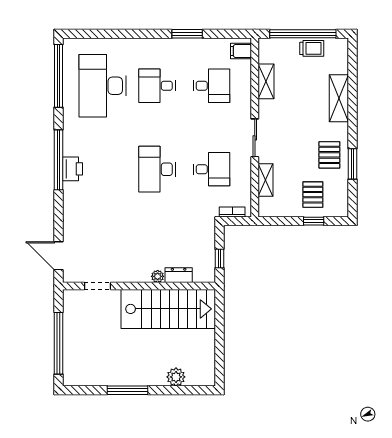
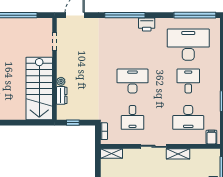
shelving: (266, 81) -> (178, 154), moved
desk: (211, 86) -> (188, 117), width x1.37
window: (58, 160) -> (125, 15), moved
printer: (72, 169) -> (147, 25), moved
shelving: (265, 180) -> (112, 153), moved

